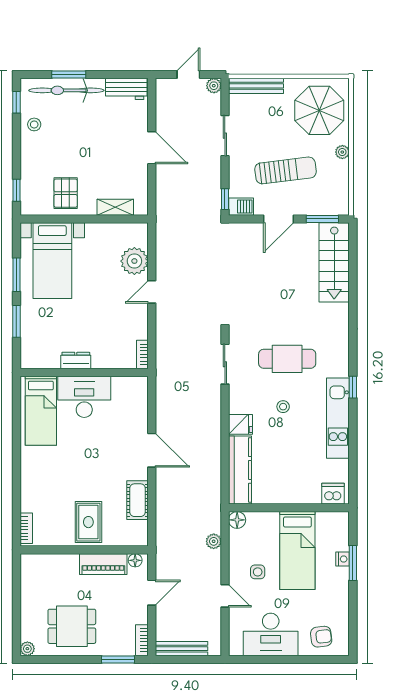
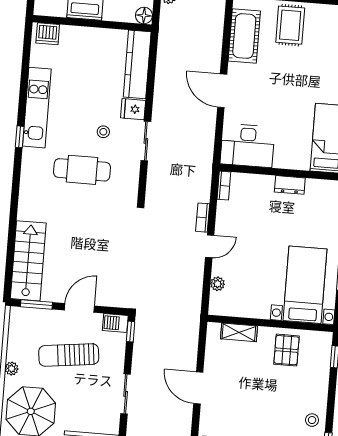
plant: (134, 261) -> (218, 284), width x0.53, depth x0.53
bookcase: (161, 320) -> (203, 218), added
sliding door: (225, 364) -> (146, 141), moved
desk: (84, 397) -> (247, 146), moved
stool: (283, 407) -> (103, 132), moved
cot: (137, 500) -> (244, 36), width x1.37, depth x1.34

